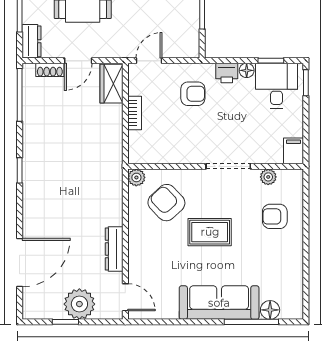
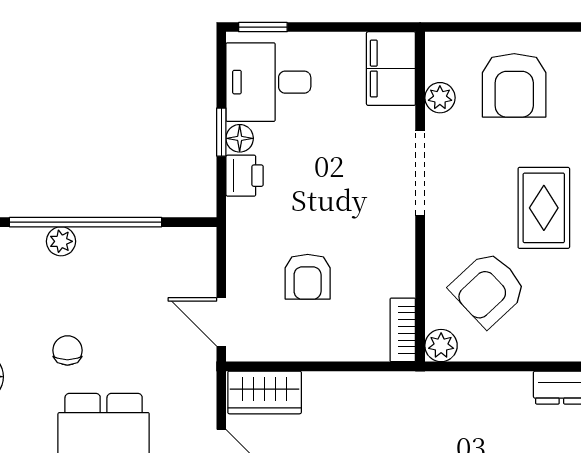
window: (271, 61) -> (221, 132), moved
armchair: (193, 94) -> (308, 277), moved, turned 180
bookcase: (135, 113) -> (403, 330), moved, turned -90
filing cabinet: (294, 151) -> (391, 69), width x2.00
armchair: (275, 216) -> (514, 85), width x1.38, depth x1.38

